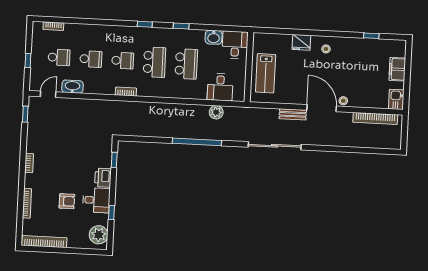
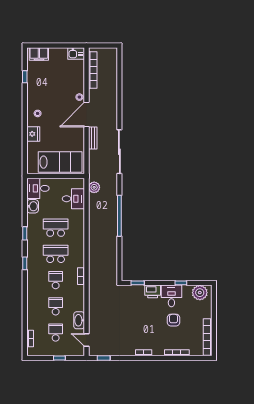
filing cabinet: (397, 69) -> (39, 54), moved
lab bench: (266, 73) -> (60, 162), width x1.36, depth x1.39
plant: (216, 112) -> (94, 187), moved

